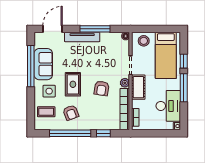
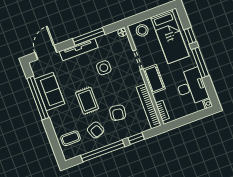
plant: (125, 83) -> (139, 80), removed
armchair: (102, 88) -> (118, 113), moved
side table: (49, 91) -> (104, 68), moved

